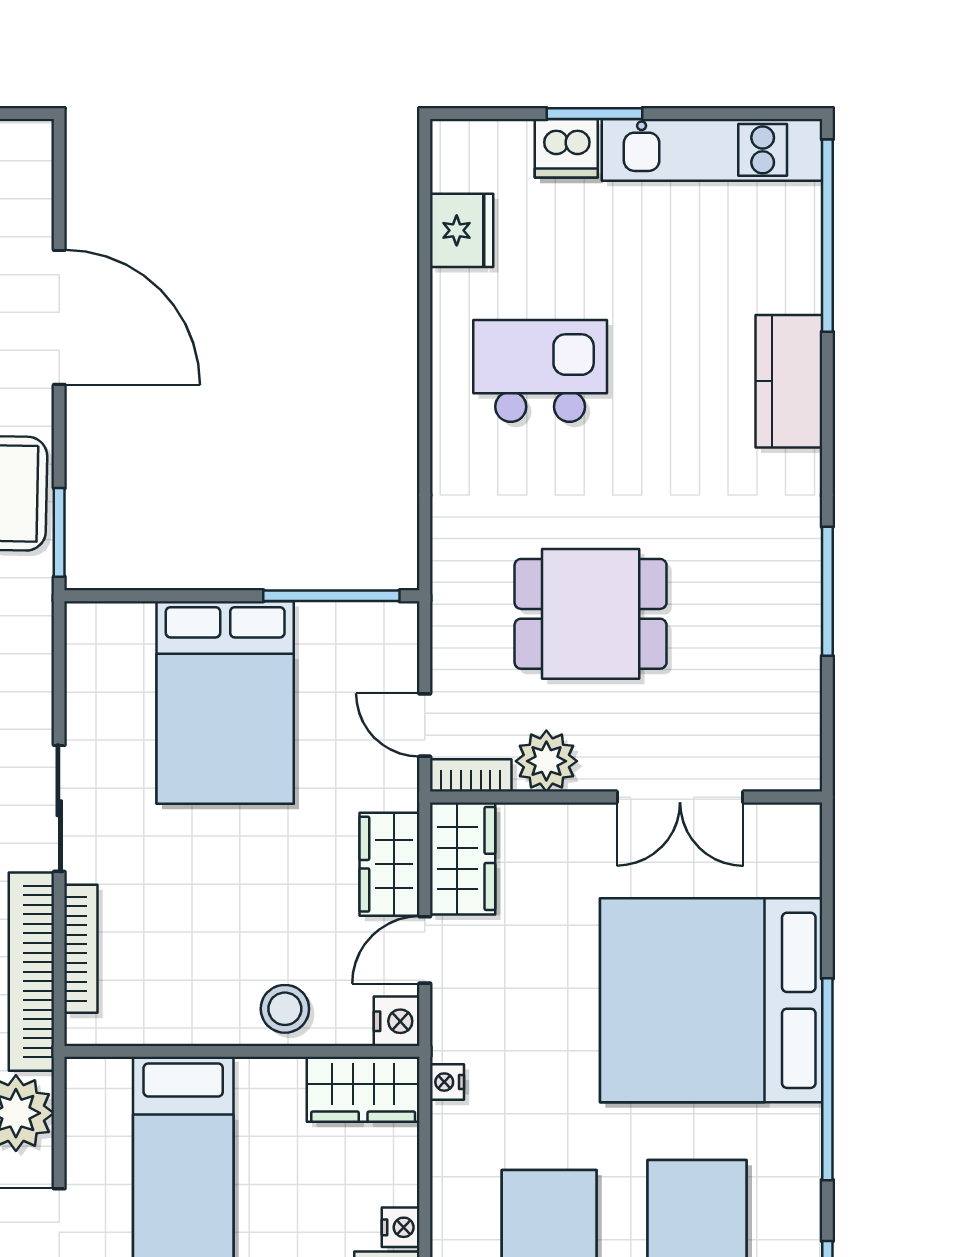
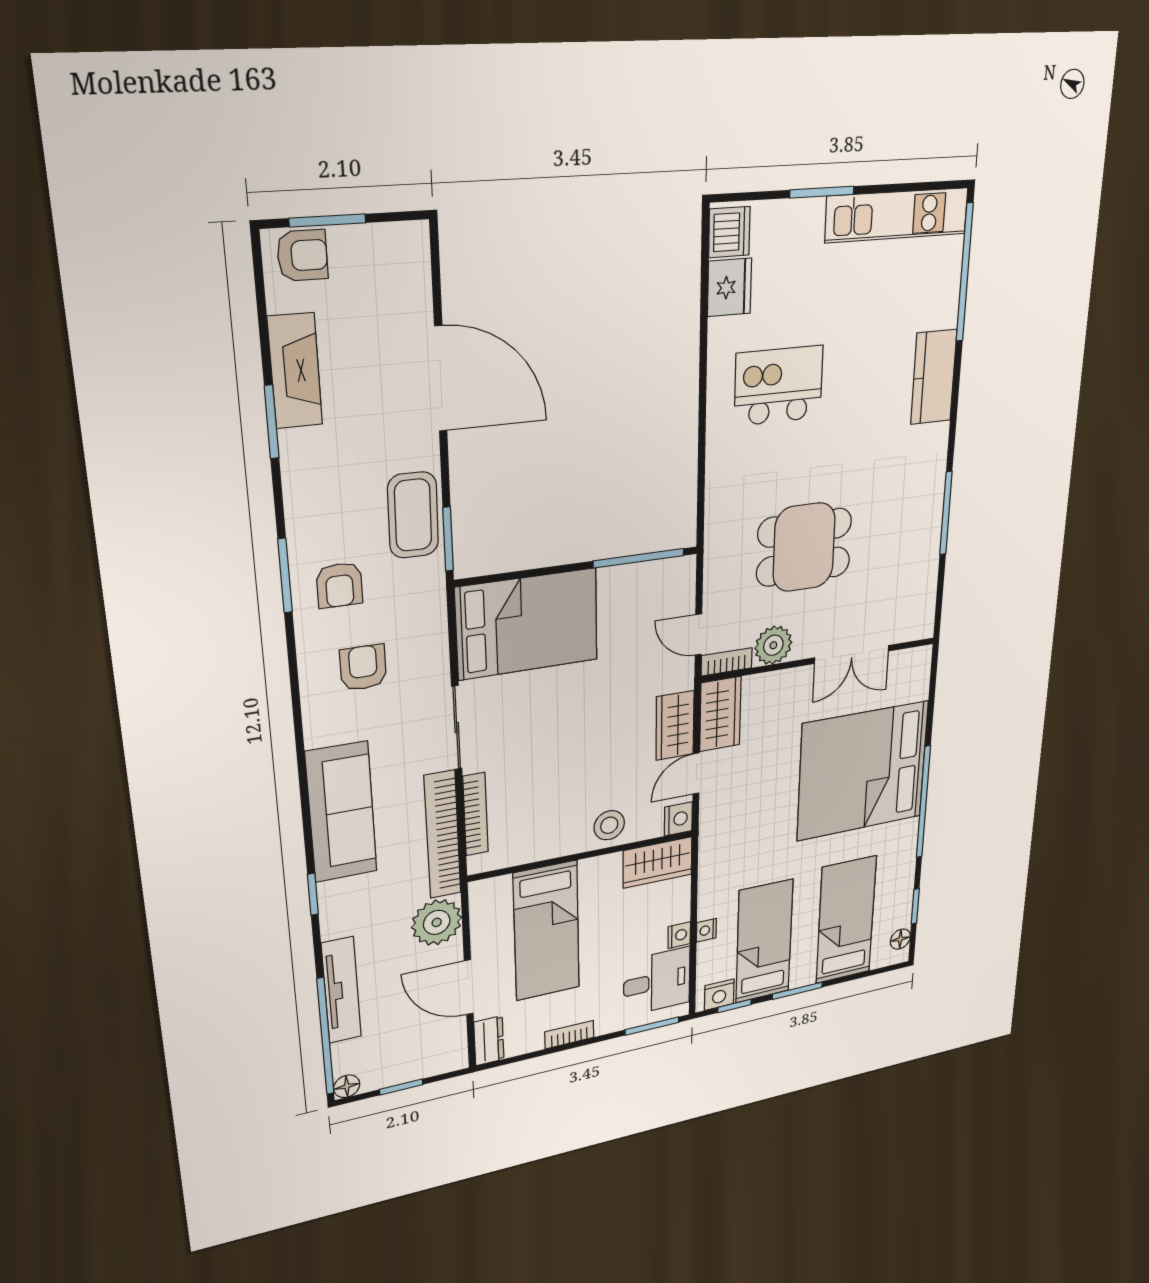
dishwasher: (566, 148) -> (729, 232), moved, turned -90
bed: (225, 702) -> (527, 624), moved, turned -90
nightstand: (447, 1082) -> (706, 930), moved

